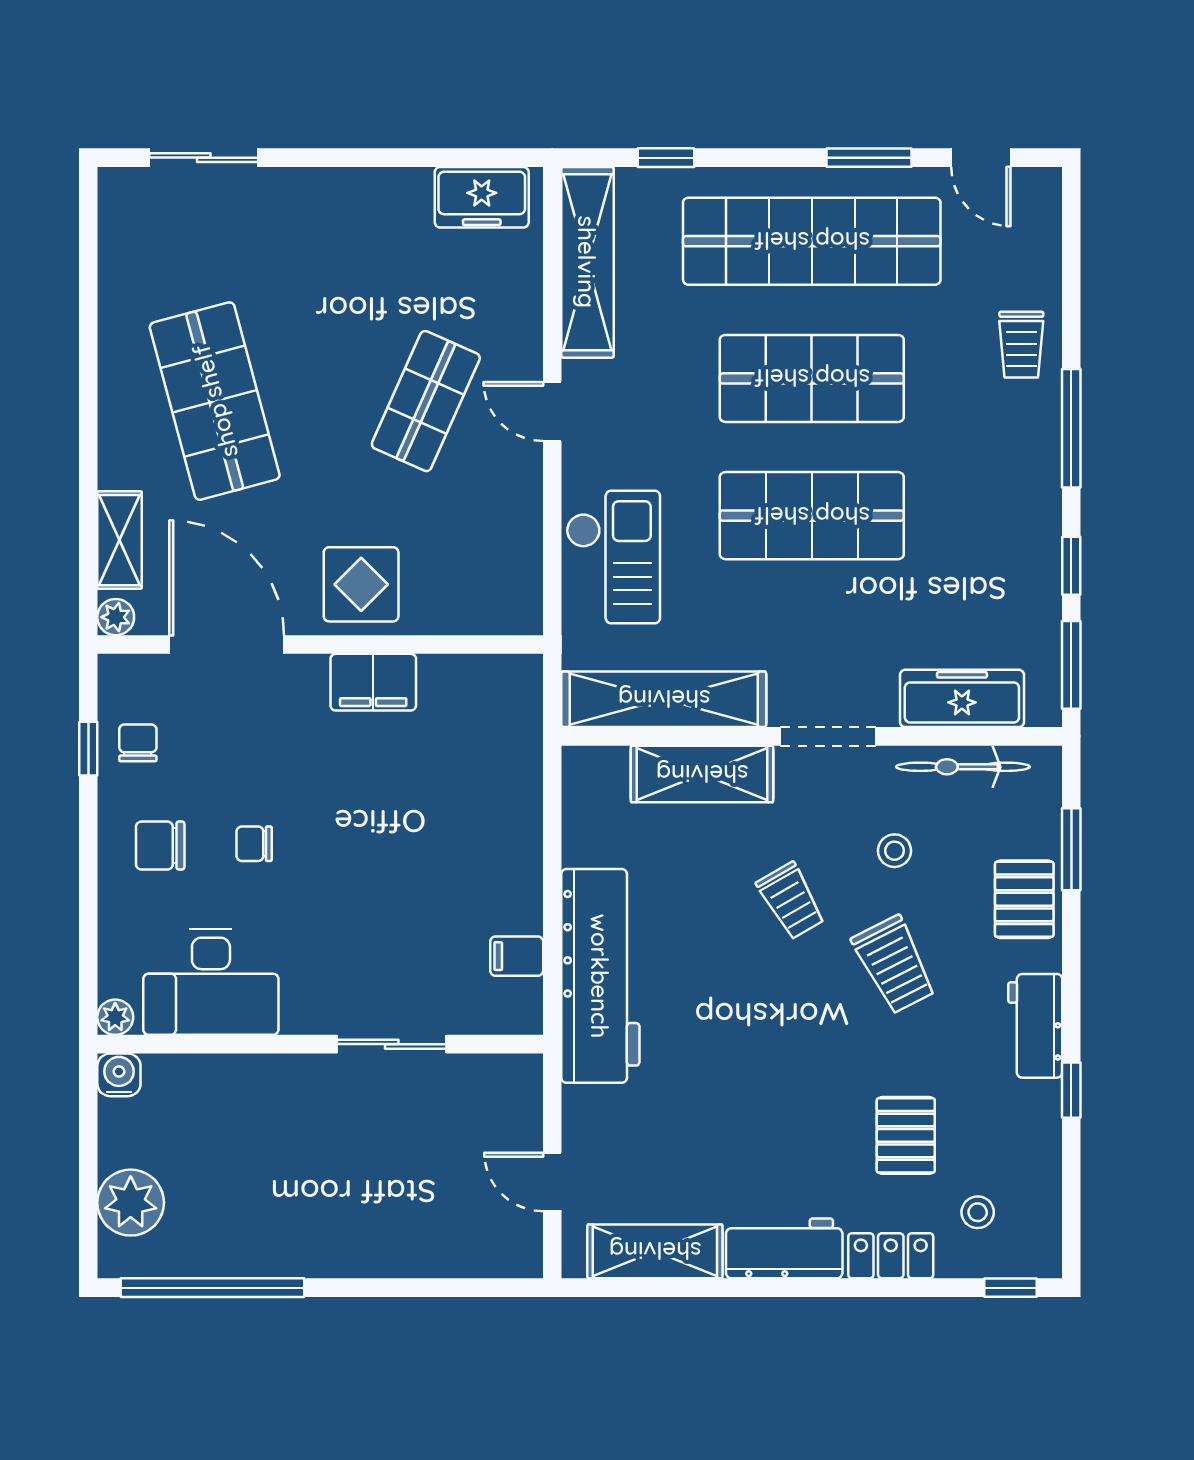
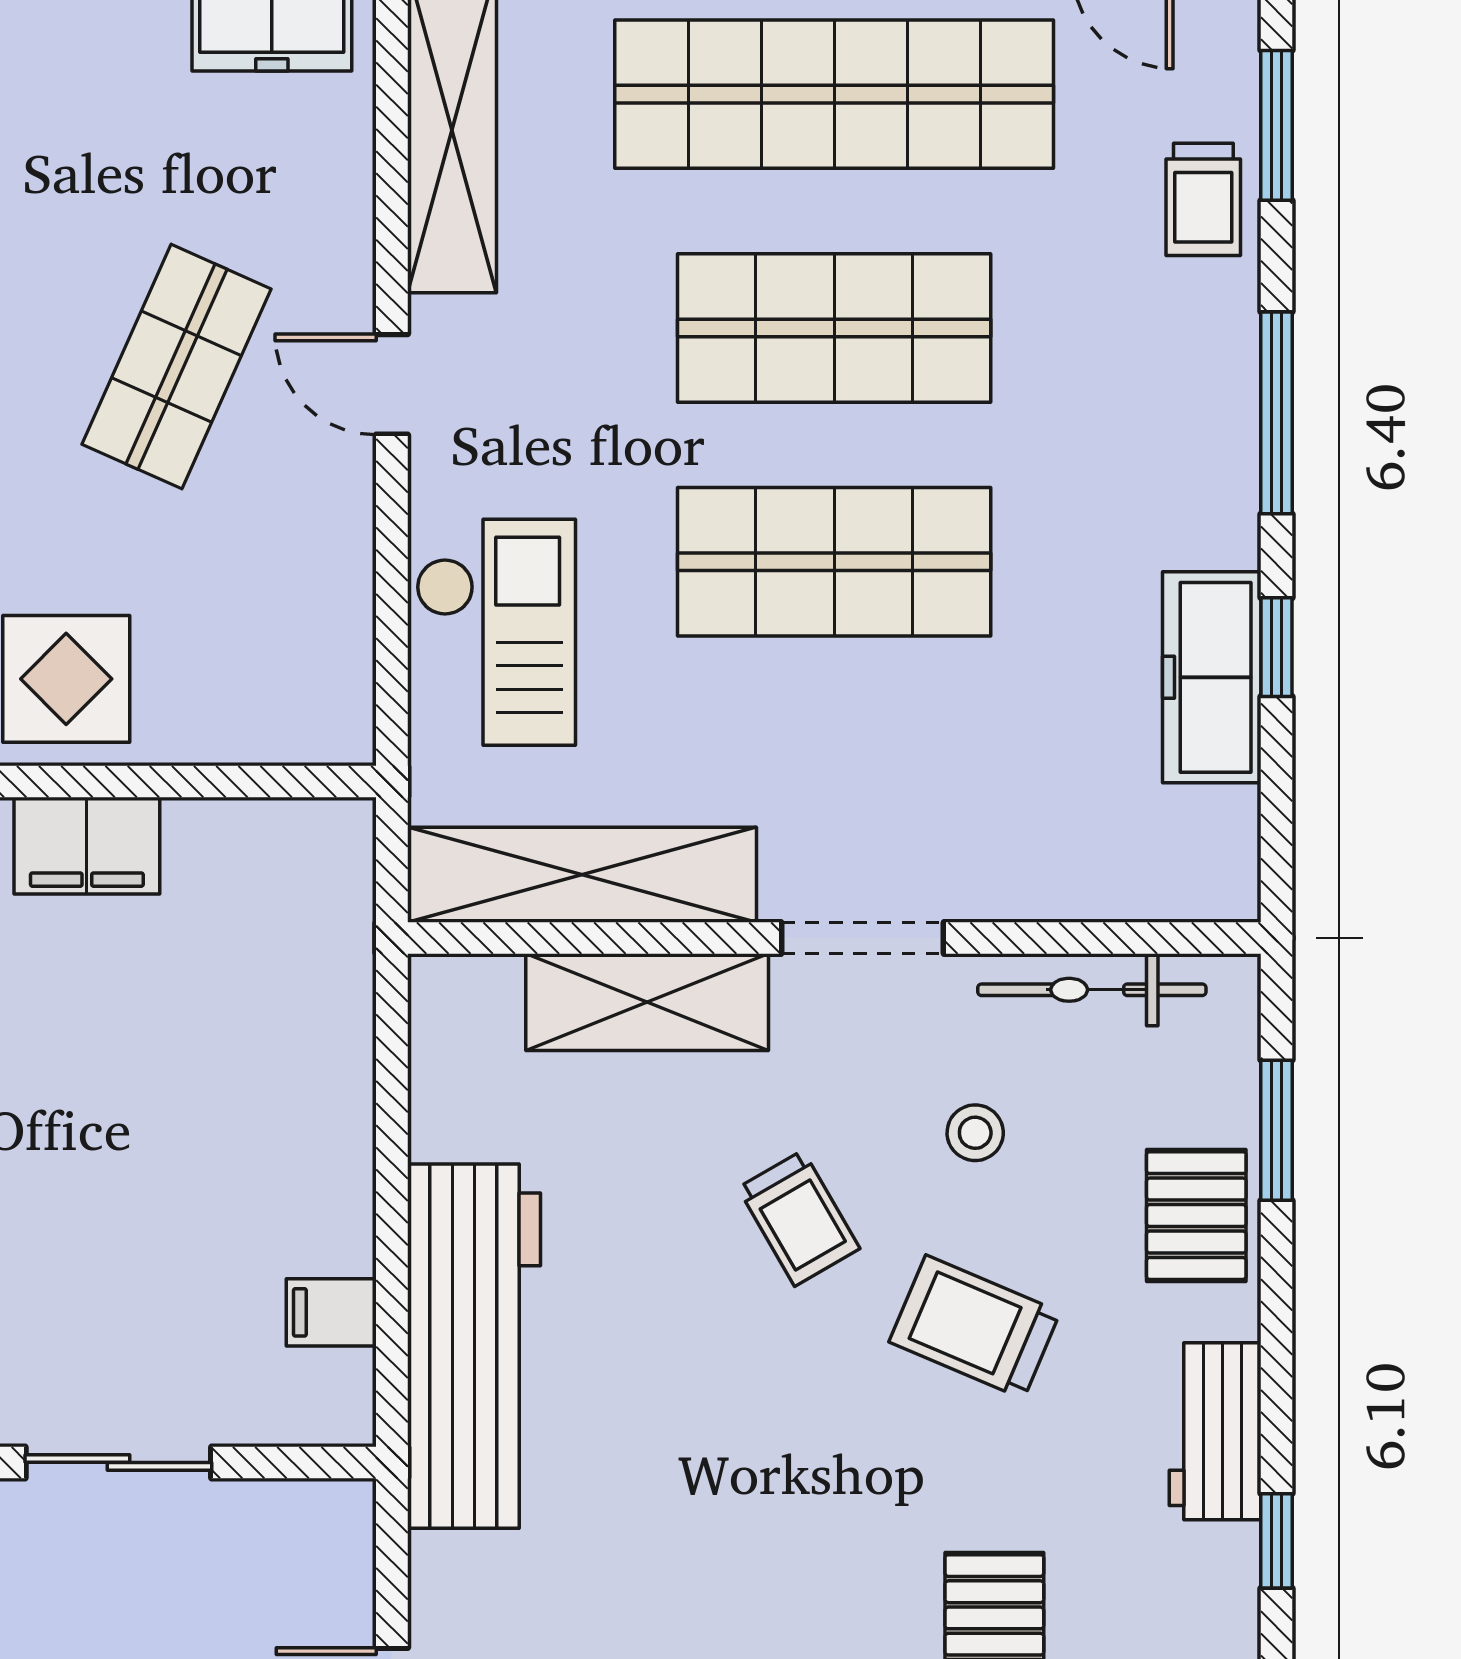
trolley: (1021, 345) -> (1203, 199), moved
window: (1071, 665) -> (1276, 125), moved
freezer: (962, 698) -> (1212, 677), moved, turned -90
trolley: (894, 965) -> (975, 1327), turned 140

